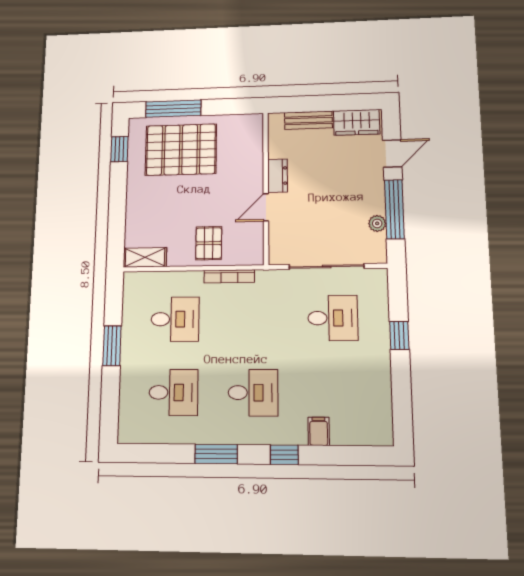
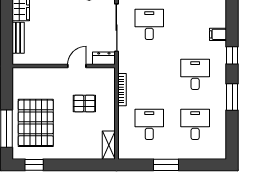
dresser: (278, 176) -> (104, 58), moved
door: (266, 207) -> (77, 66), swing flipped
pallet: (209, 243) -> (84, 103), moved

